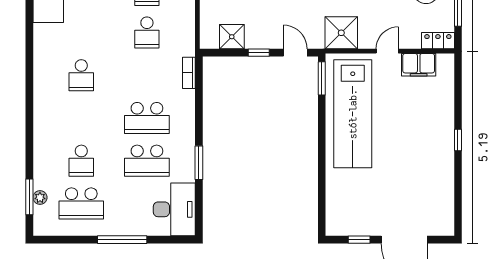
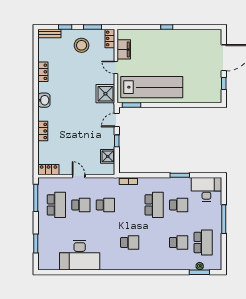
school desk: (147, 161) -> (179, 205), width x0.54

